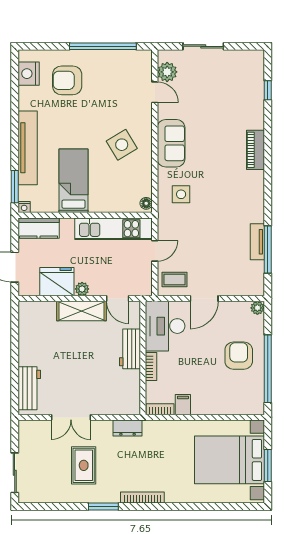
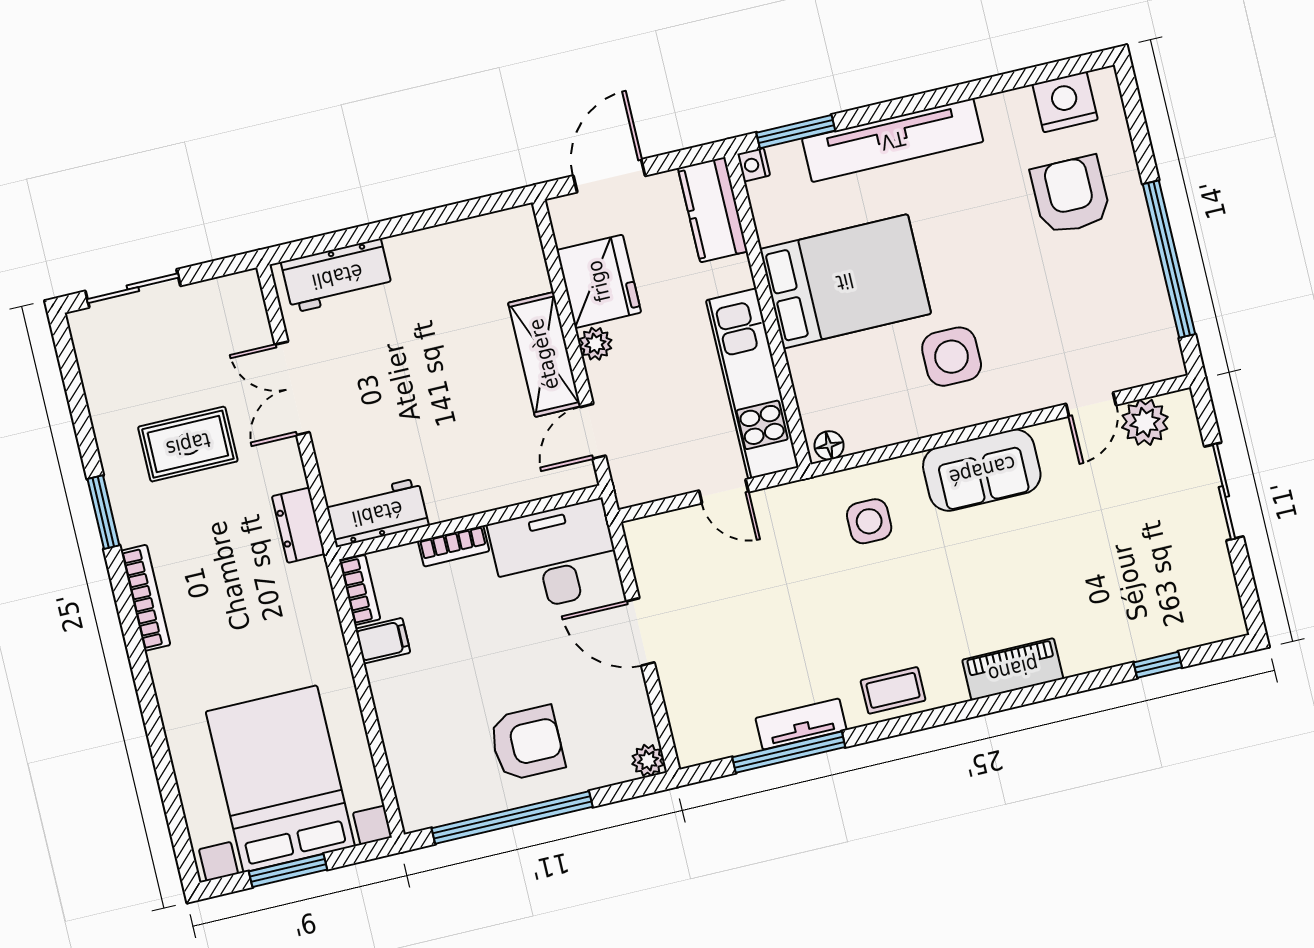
side table: (122, 145) -> (952, 357), turned 31
bed: (74, 181) -> (845, 281), width x1.50
coffee table: (174, 280) -> (893, 690), moved, turned 90
workbench: (130, 349) -> (377, 513), moved

